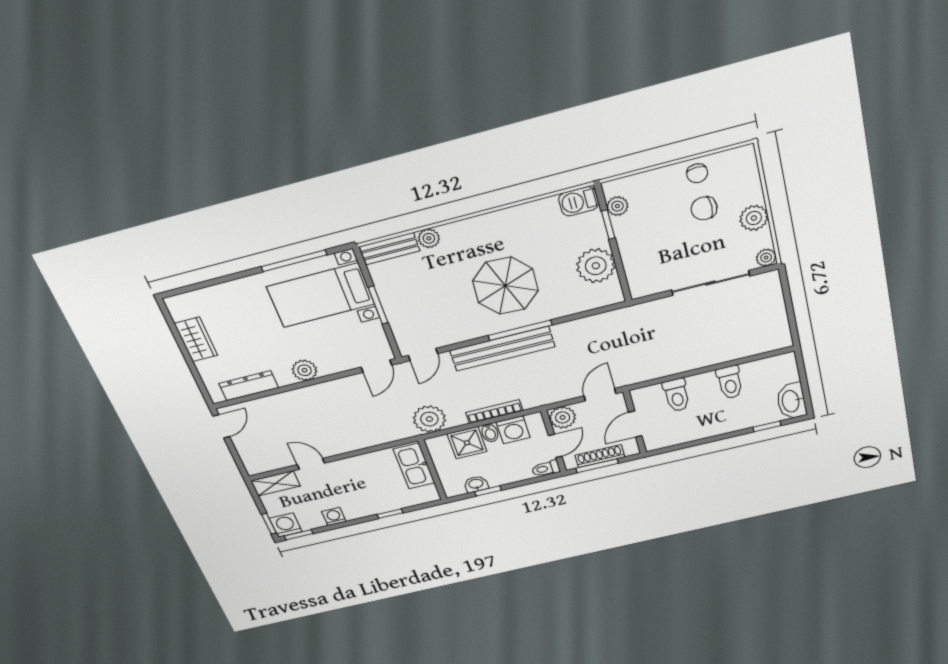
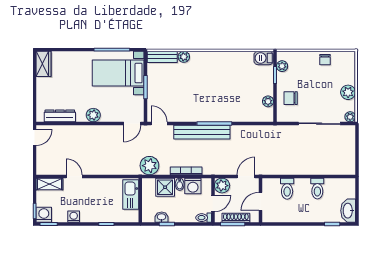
chair: (704, 208) -> (291, 98), moved
plant: (596, 266) -> (268, 101), width x0.53, depth x0.53
parasol: (505, 286) -> (214, 95), removed
wardrobe: (196, 339) -> (44, 64), moved
door: (423, 355) -> (159, 124), swing flipped

